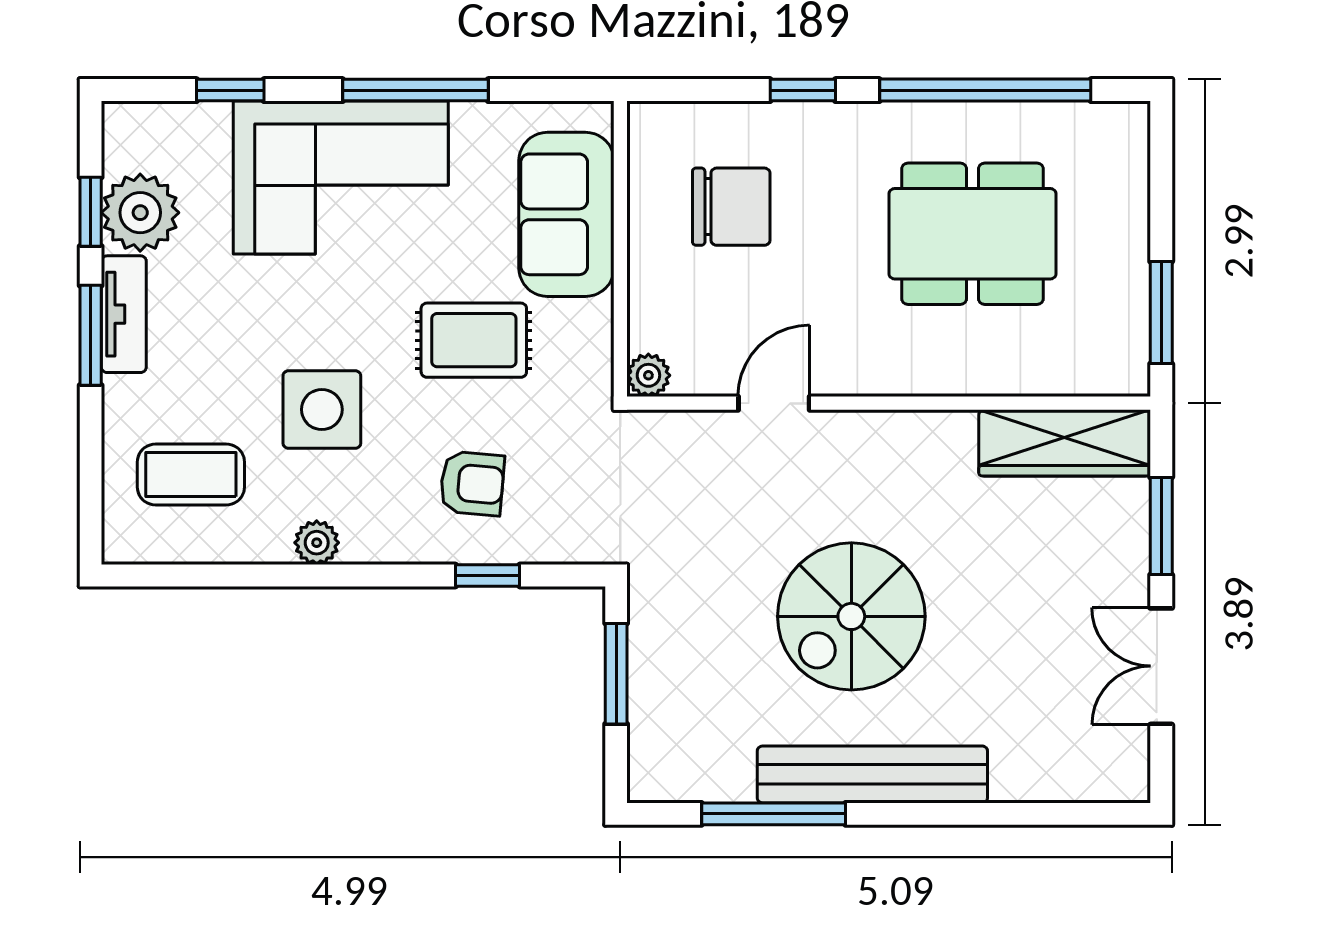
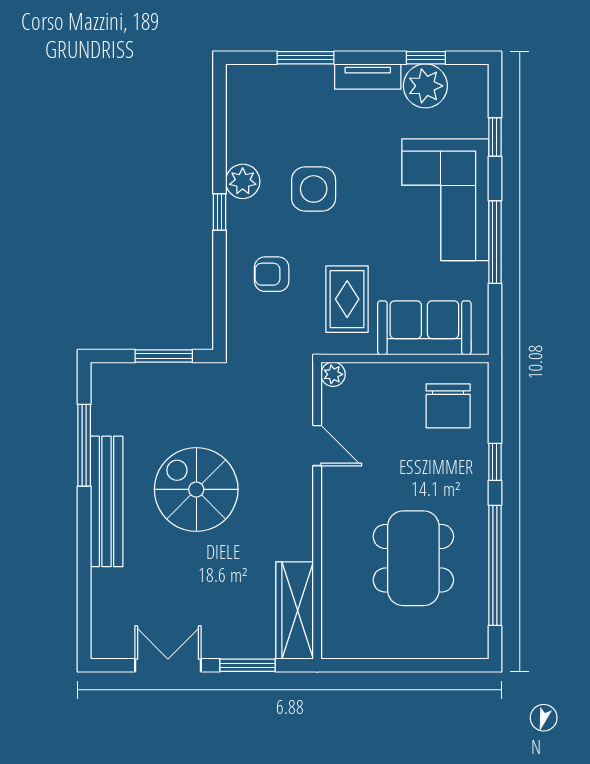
chair: (731, 207) -> (448, 406), moved
window: (1161, 313) -> (369, 665), removed
window: (91, 335) -> (305, 58), moved
rug: (474, 340) -> (347, 299), moved
coffee table: (191, 475) -> (277, 115), removed
armchair: (472, 483) -> (272, 274), turned 85
plant: (317, 543) -> (243, 181), width x1.38, depth x1.38
window: (488, 576) -> (219, 212), moved

